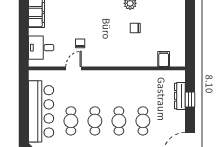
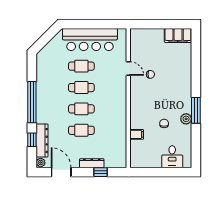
desk: (41, 48) -> (172, 157), moved, turned 180
filing cabinet: (164, 59) -> (137, 134), moved
dresser: (180, 96) -> (92, 163), moved

